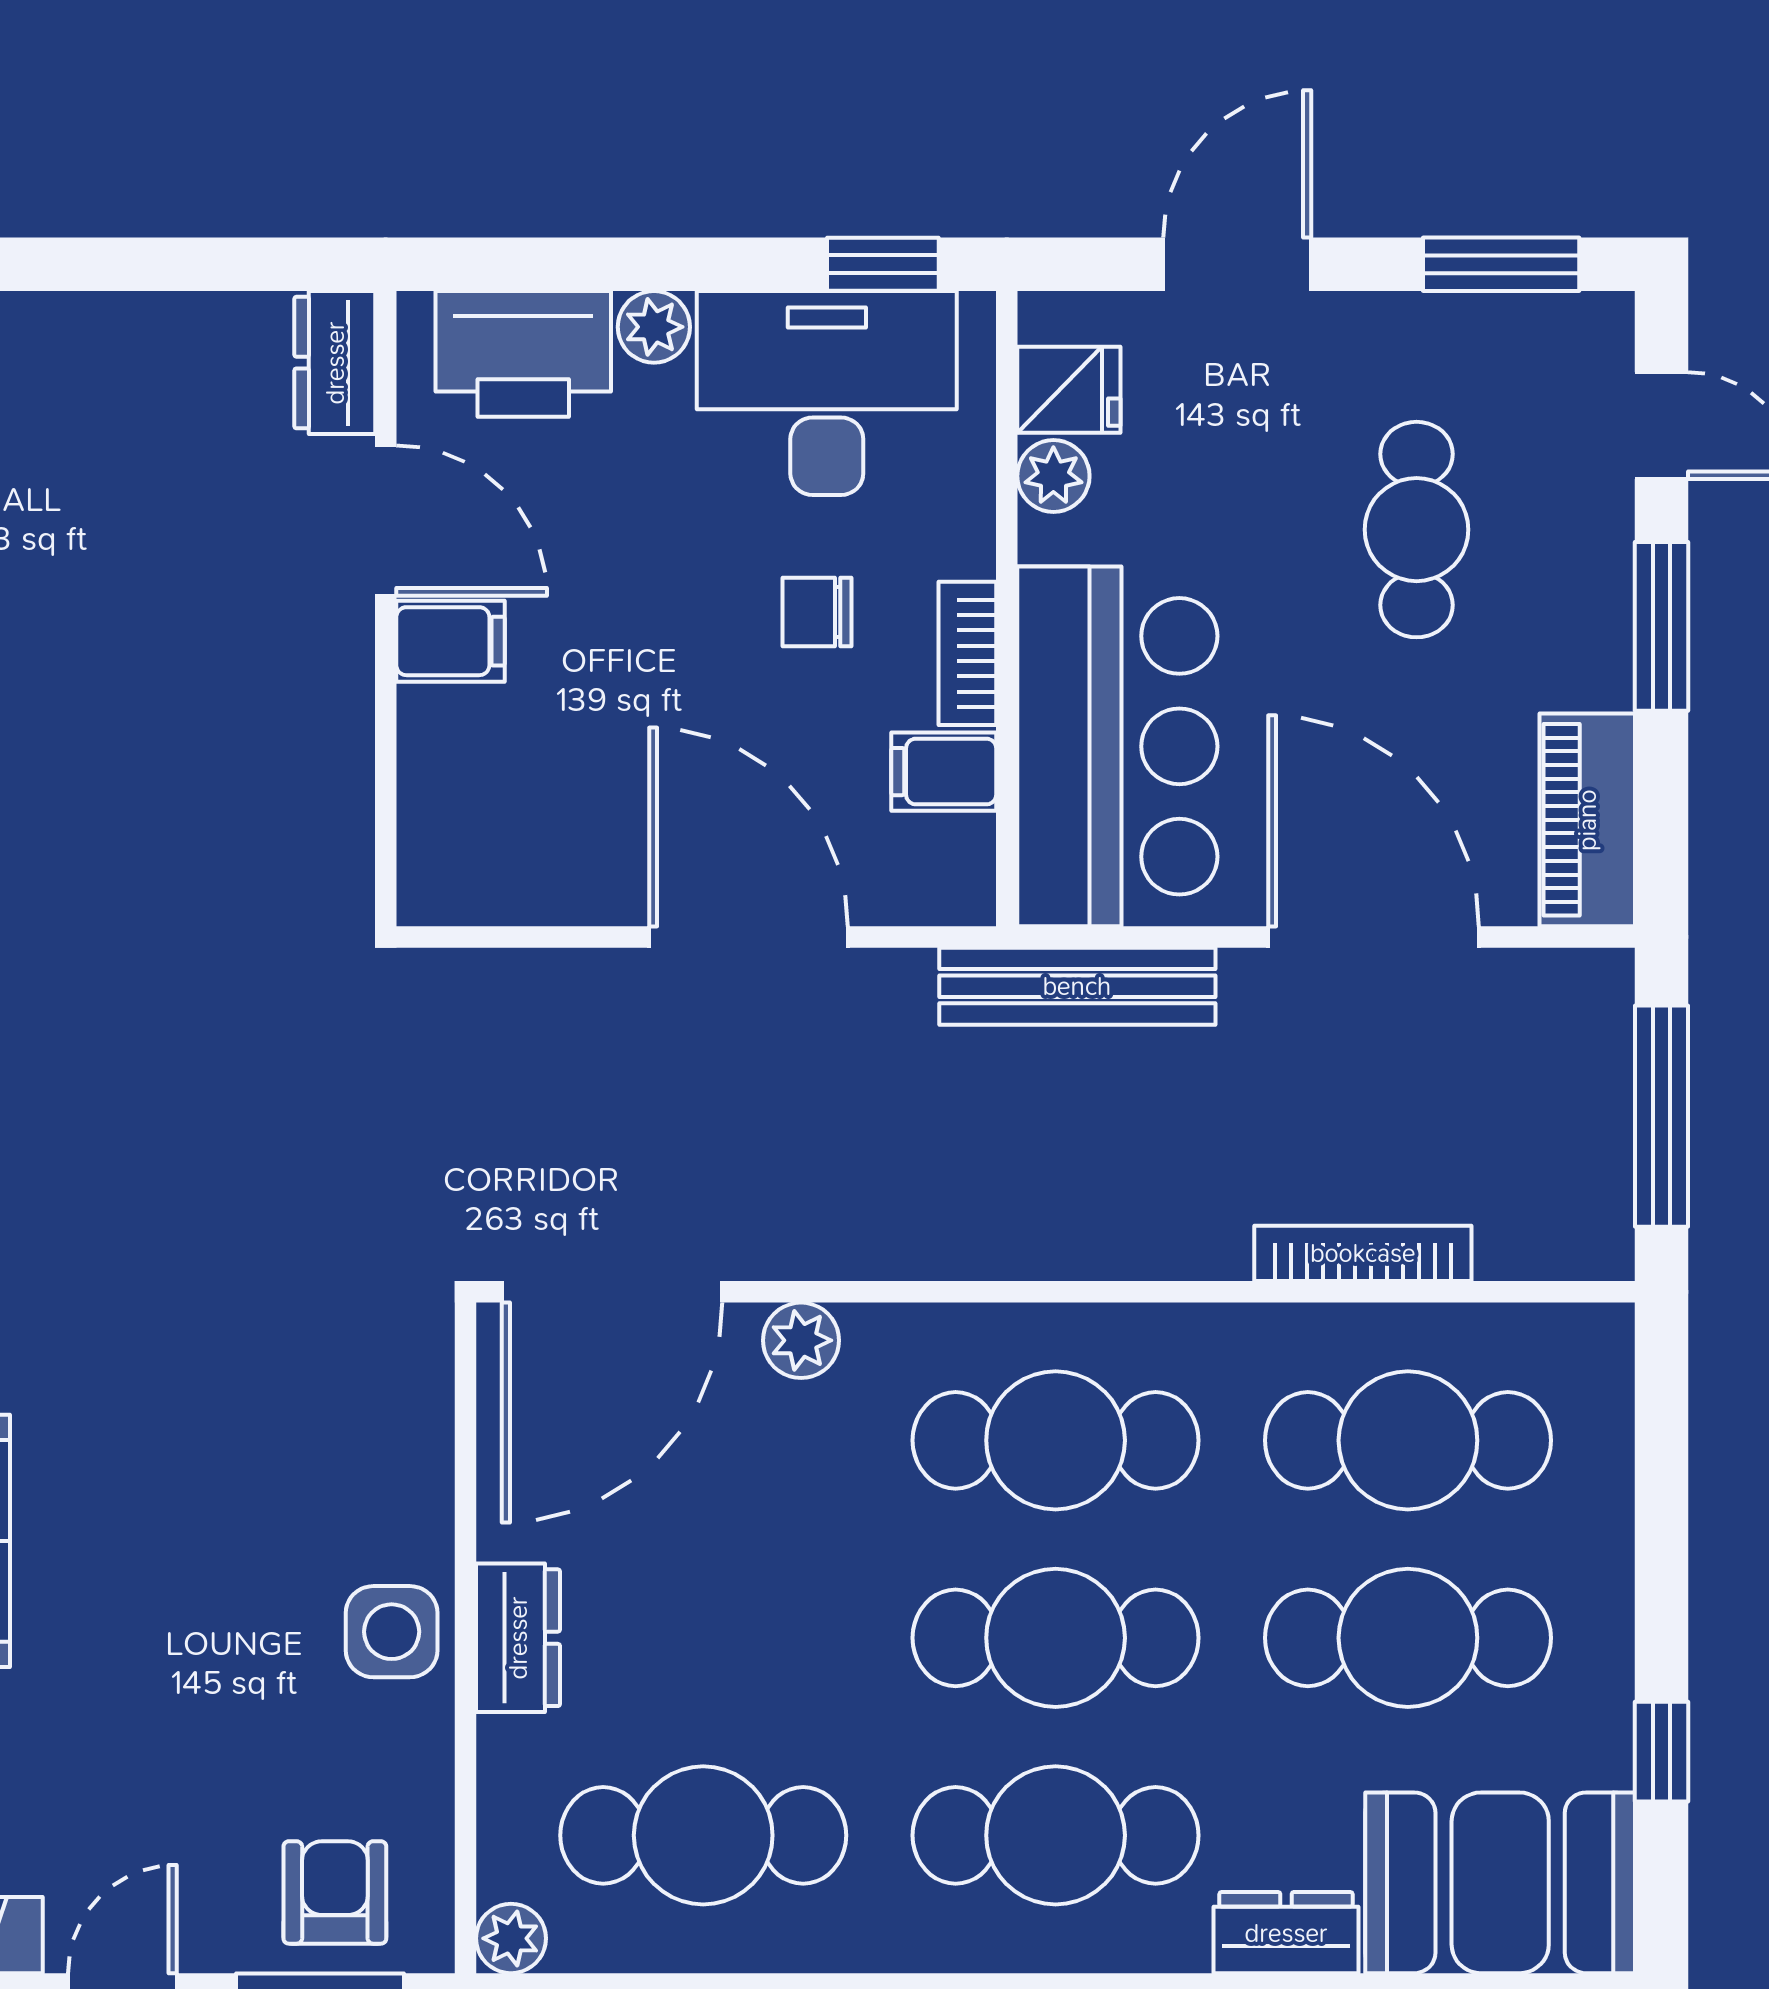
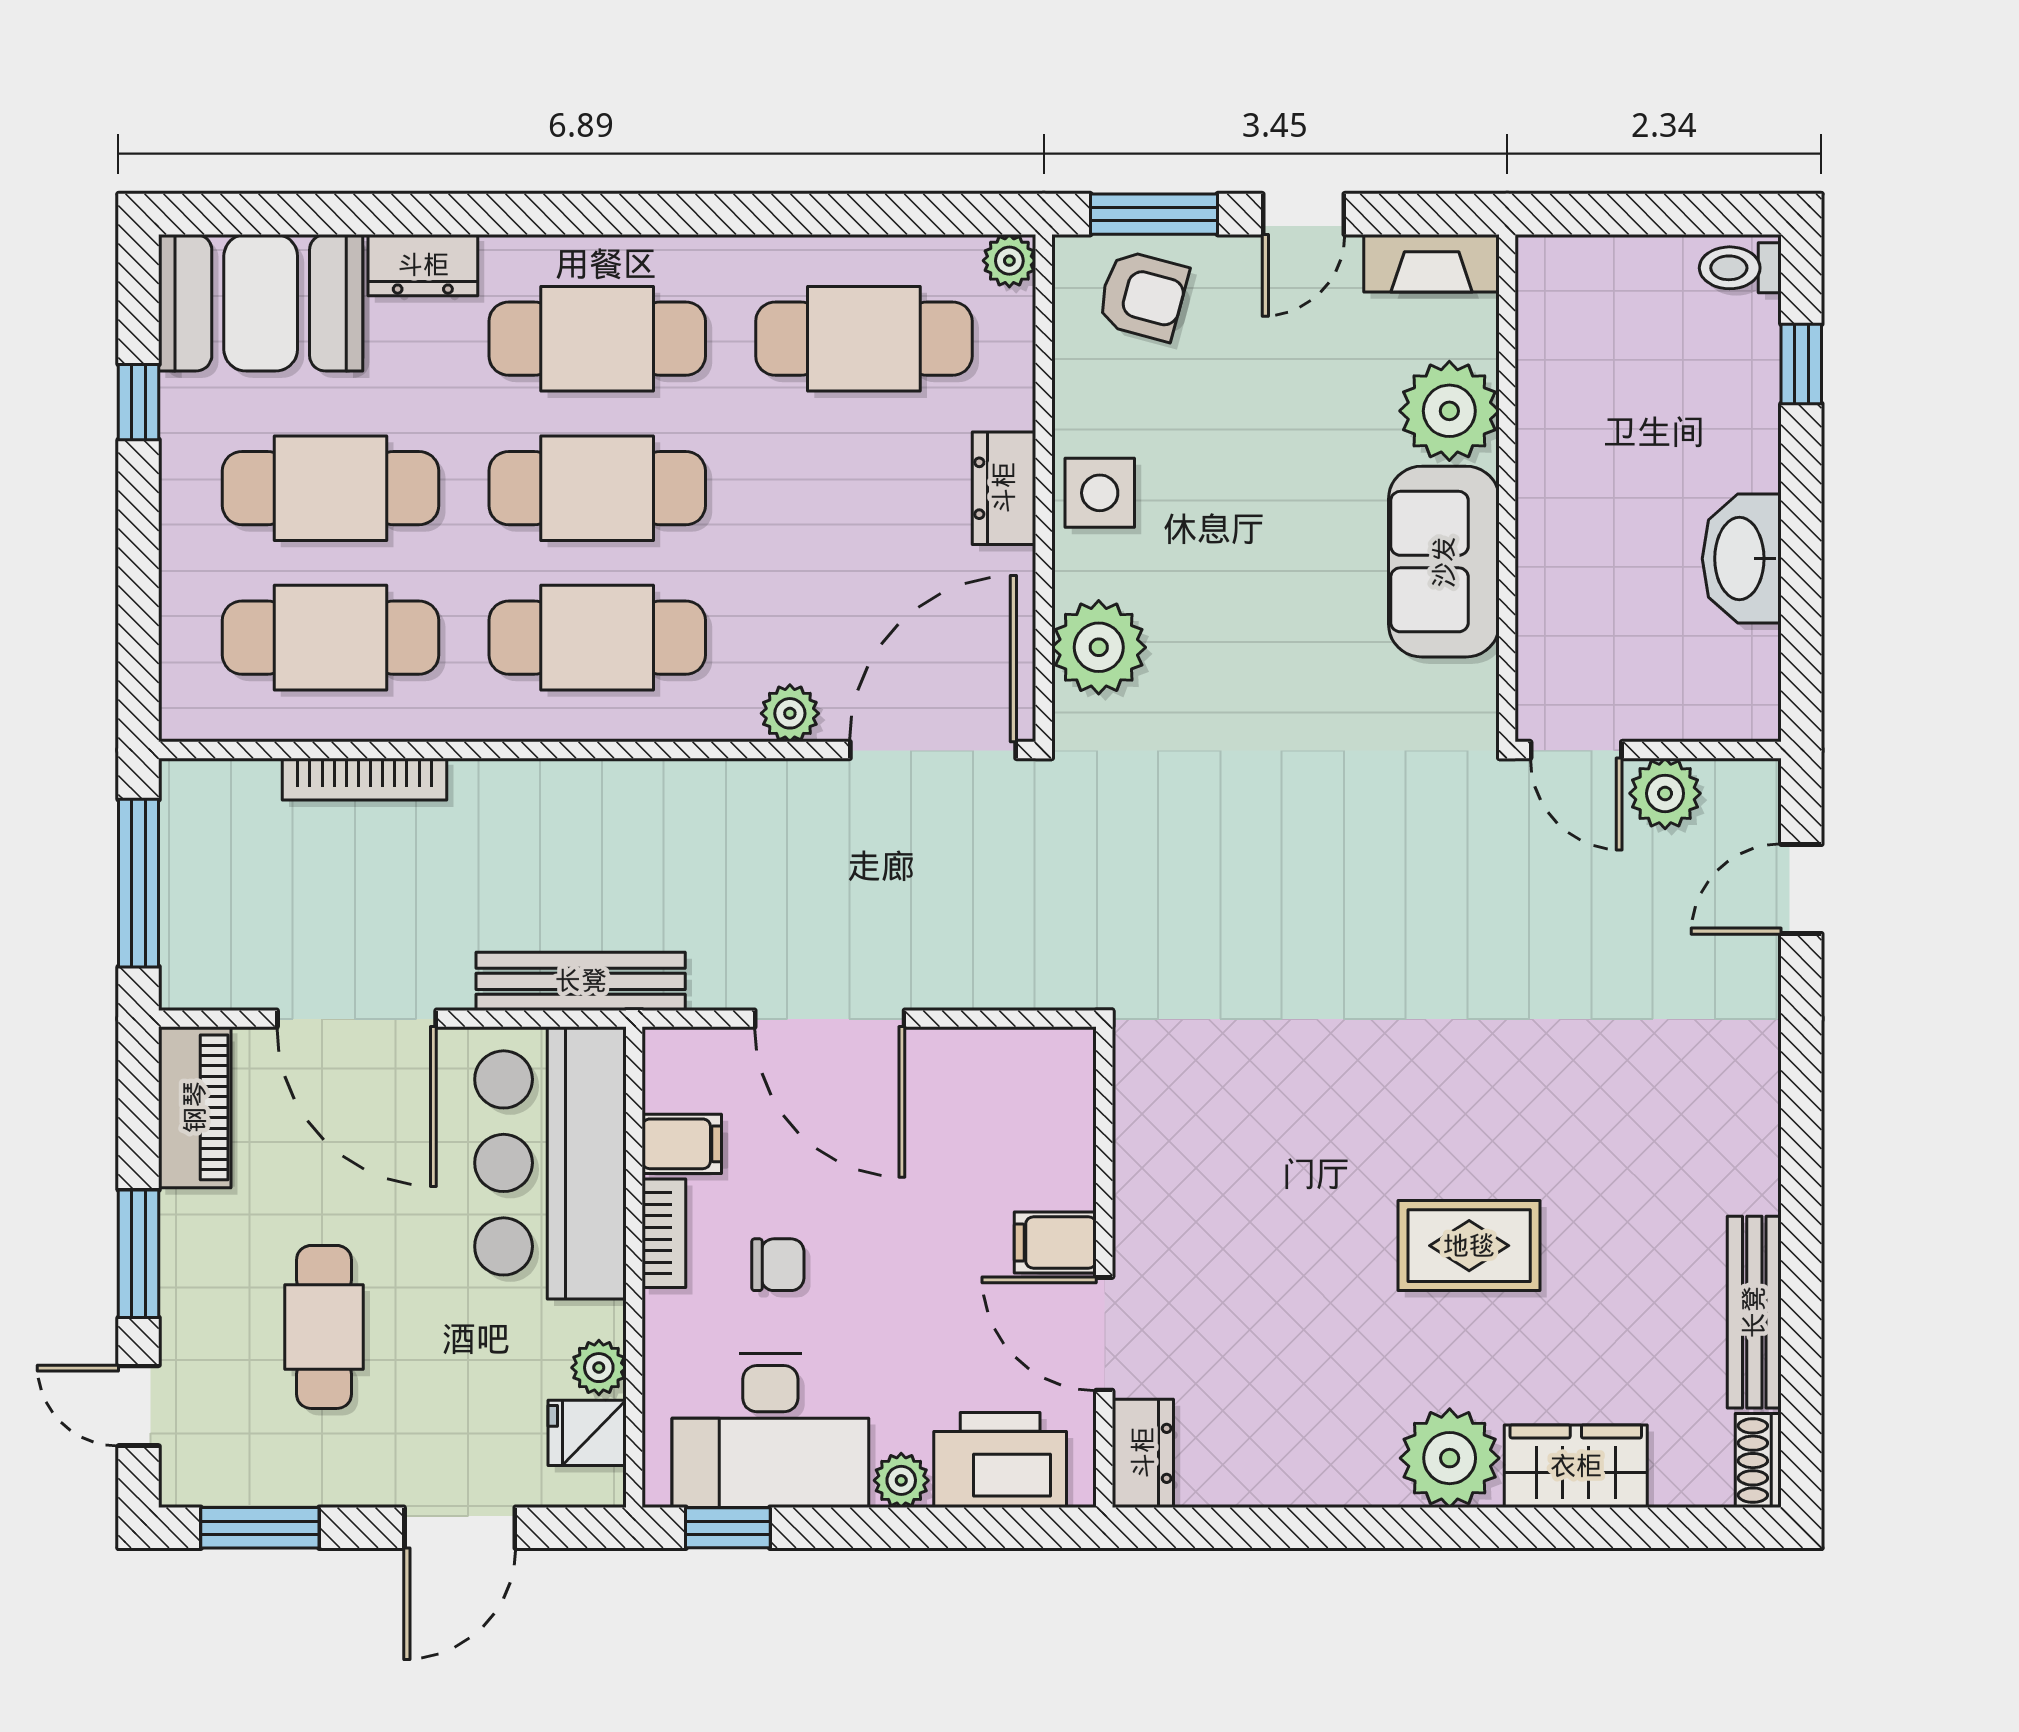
plant: (393, 1428) -> (1099, 647), added
armchair: (335, 1892) -> (1143, 295), turned -75

